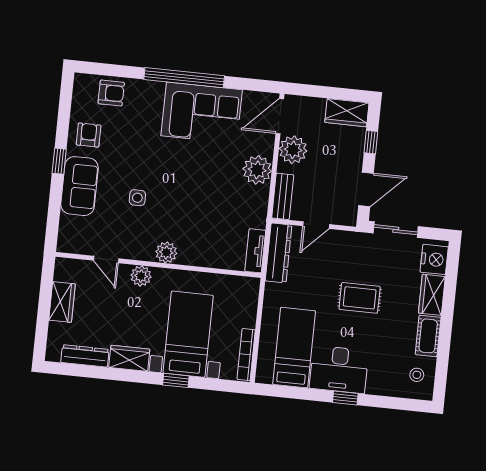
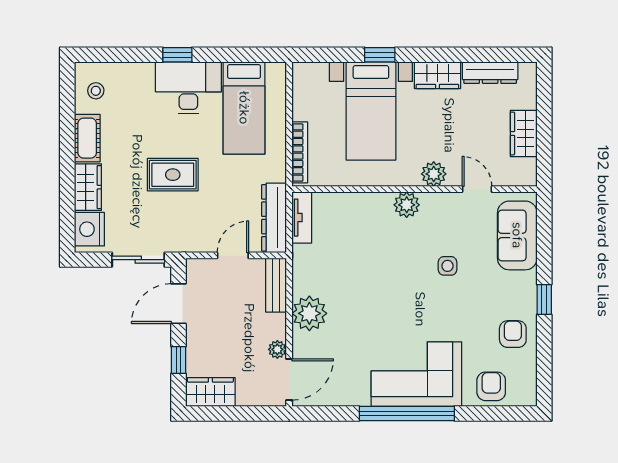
armchair: (111, 93) -> (491, 386), turned 90
corner sofa: (202, 113) -> (416, 374), moved
armchair: (89, 135) -> (513, 334), turned 180
plant: (293, 150) -> (277, 349), width x0.53, depth x0.53
sofa: (79, 186) -> (517, 235), moved
bookcase: (246, 355) -> (300, 152), moved

